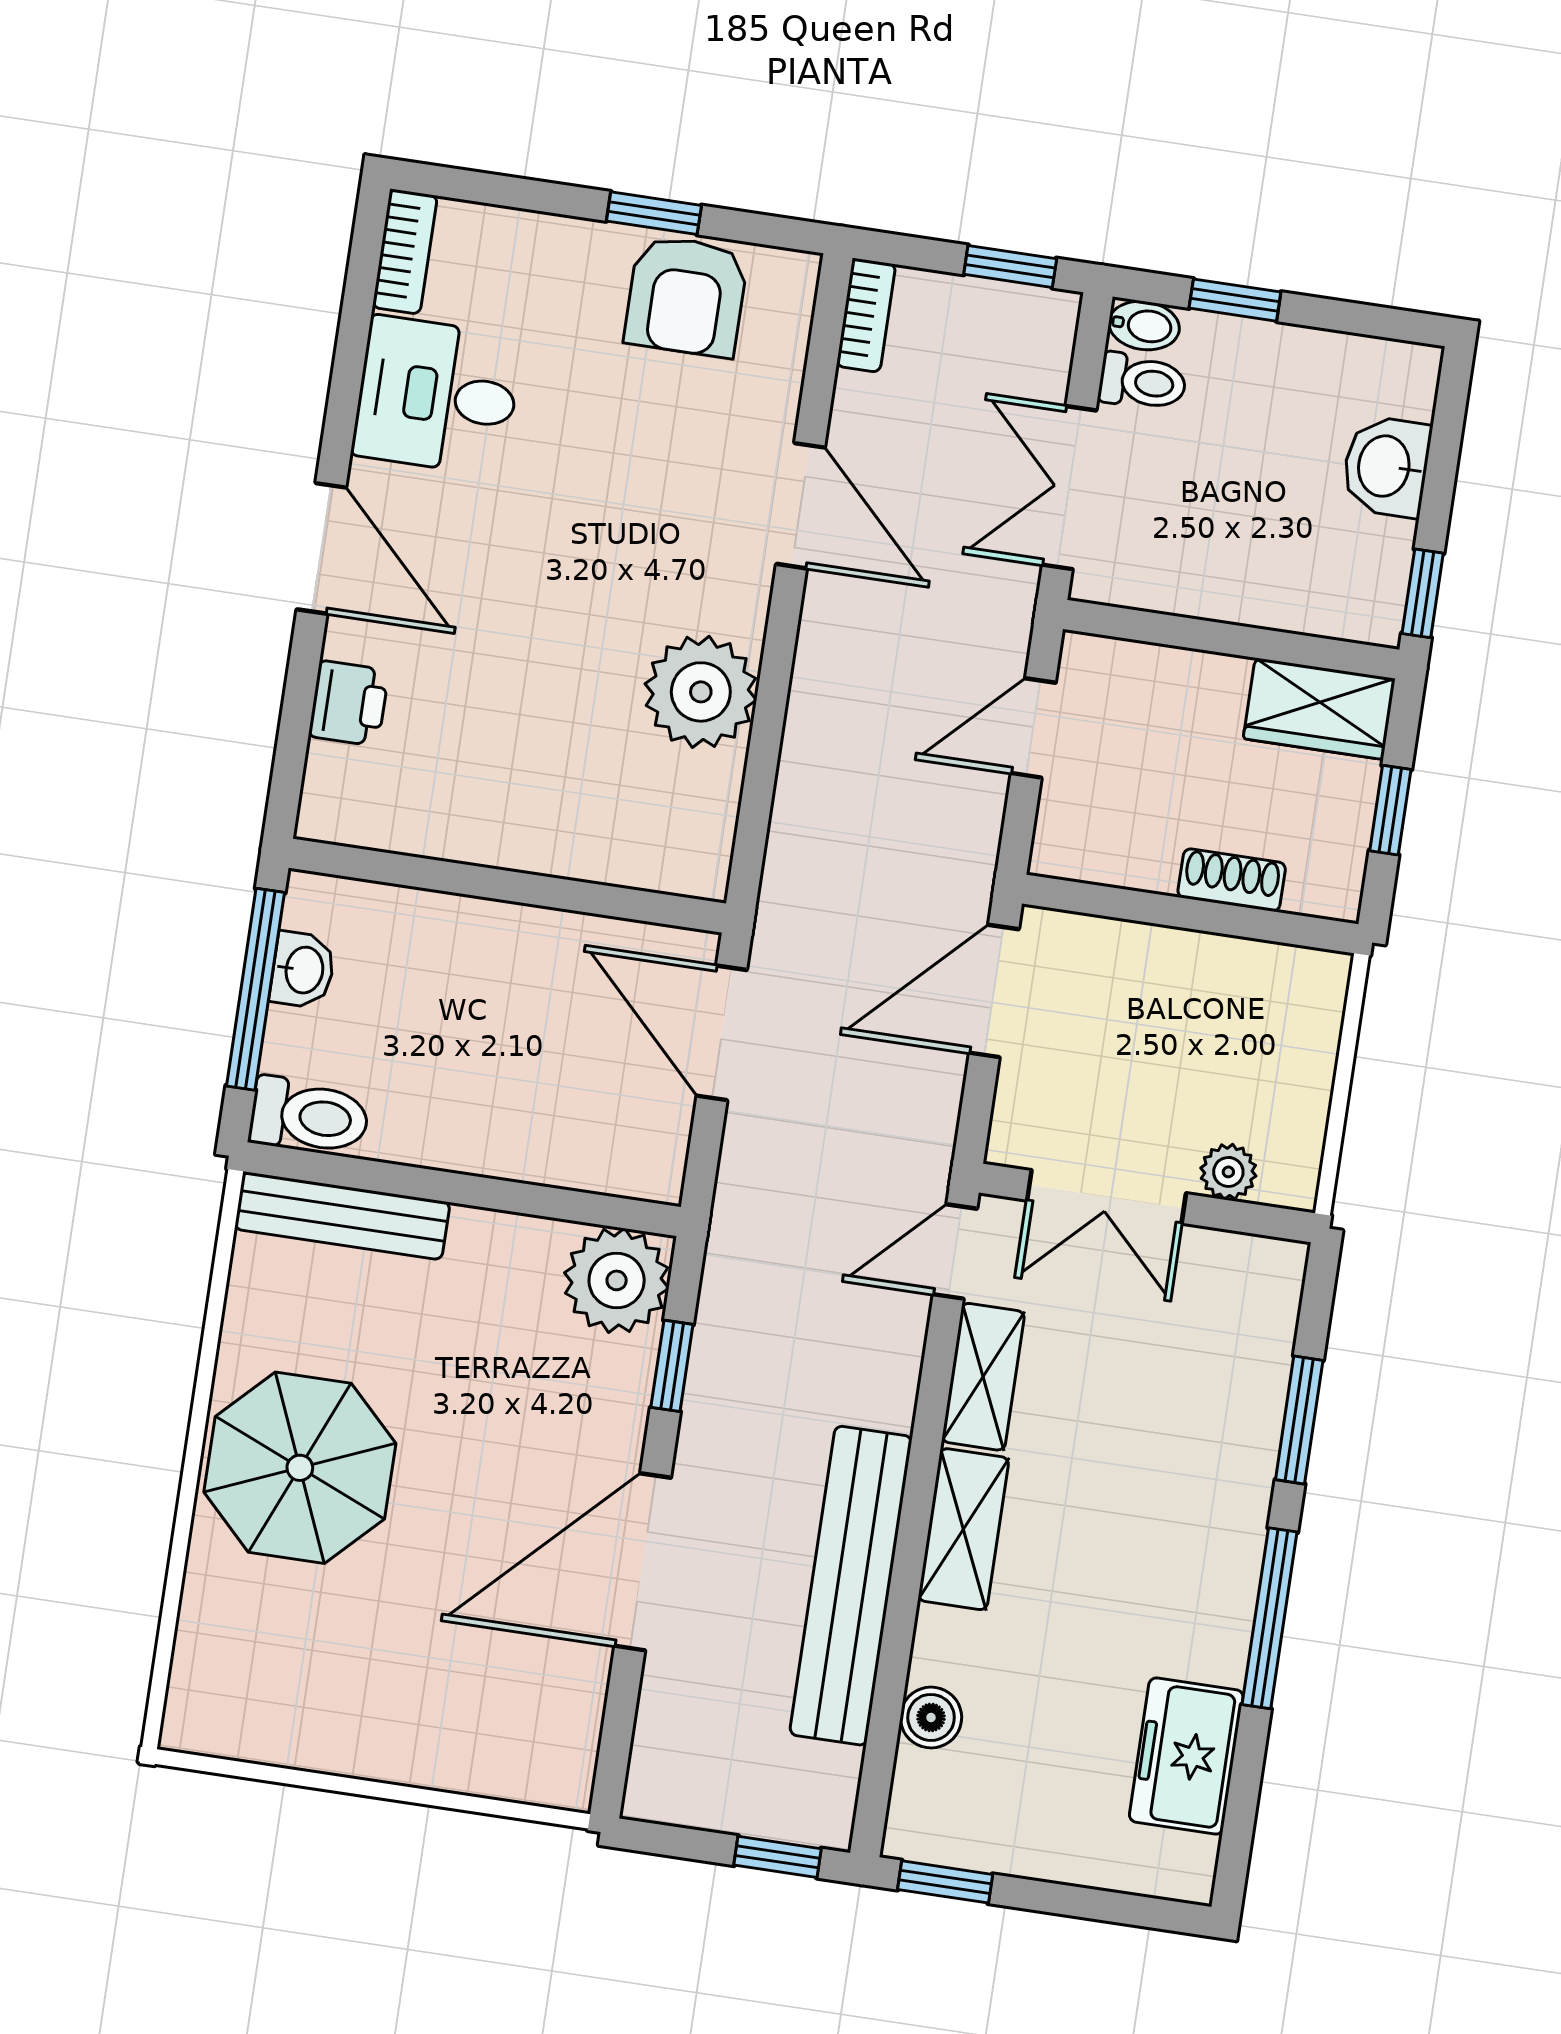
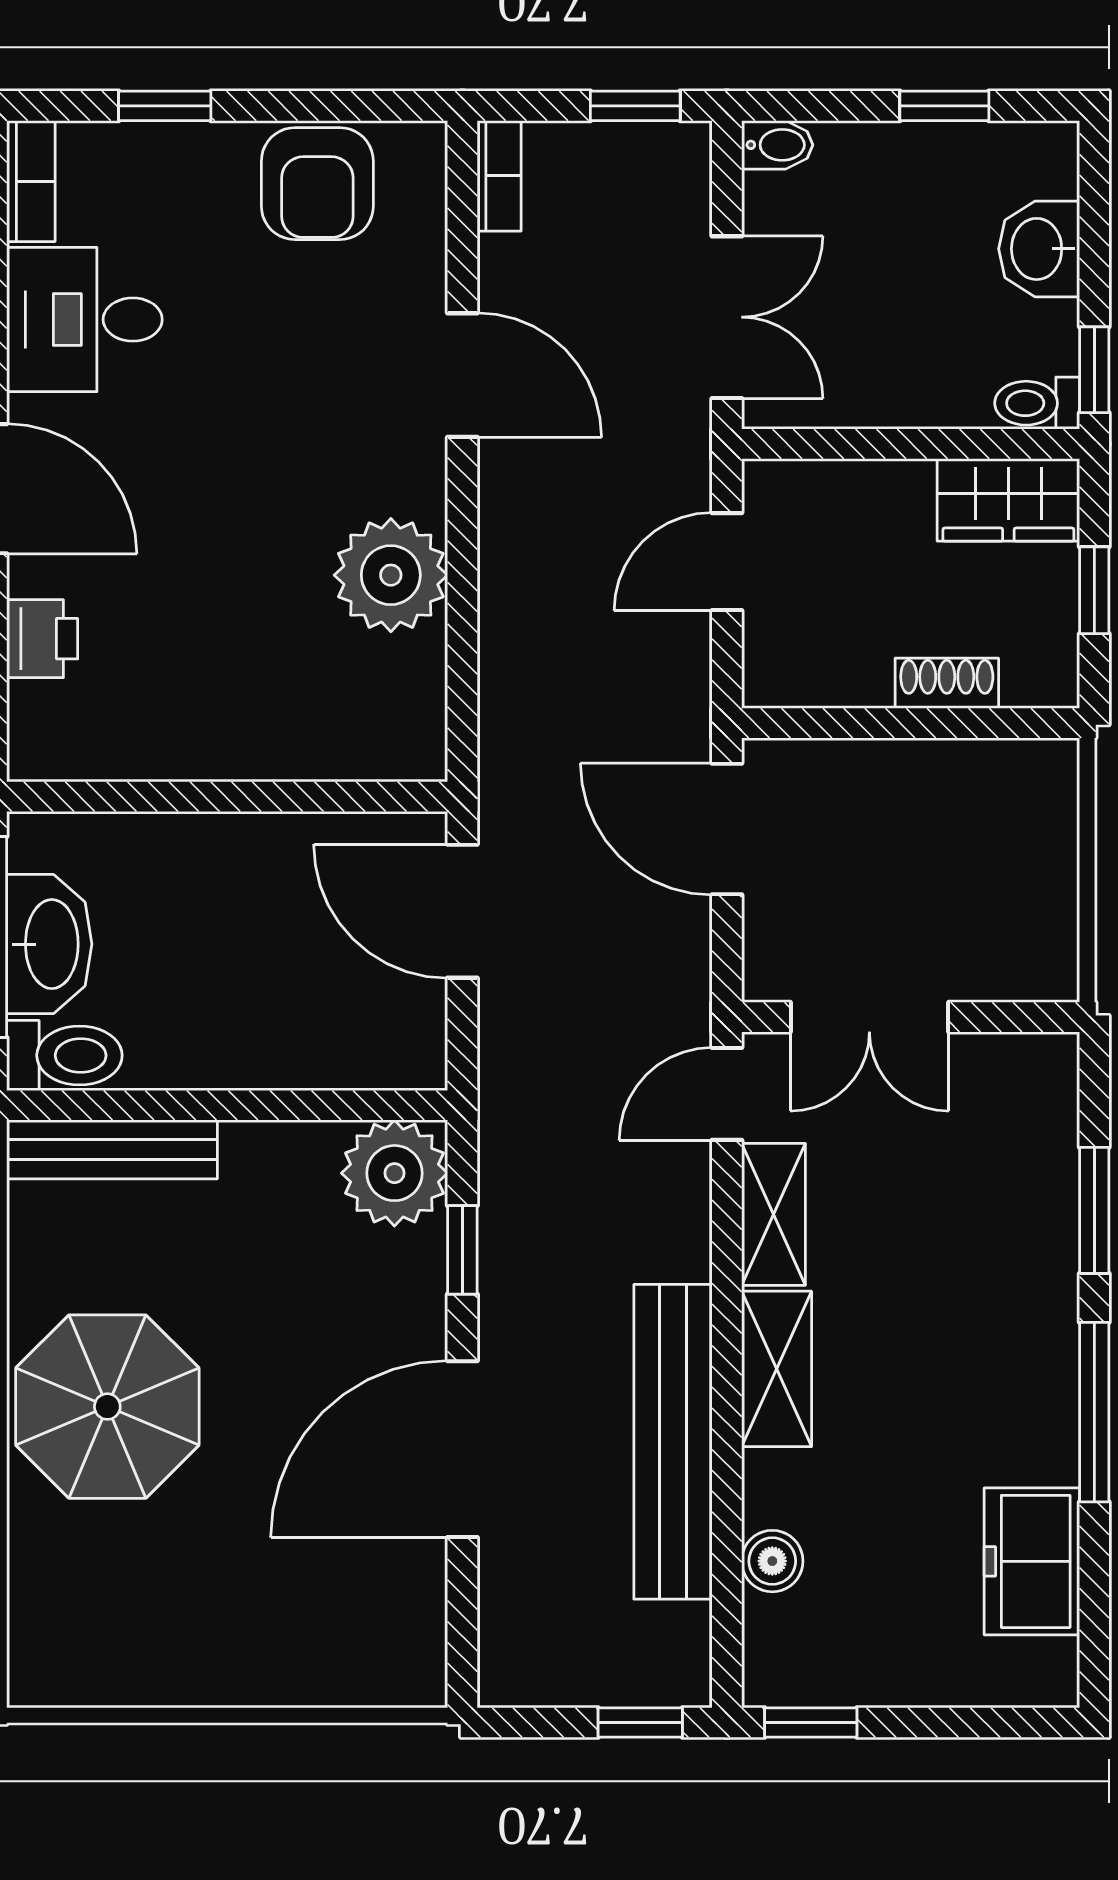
window: (654, 213) -> (165, 106), moved
window: (1235, 300) -> (944, 106), moved
toilet: (1142, 382) -> (1037, 403), moved, turned 180
double door: (1069, 488) -> (727, 317), swing flipped
washbasin: (303, 970) -> (49, 944), width x1.91, depth x1.45
door: (994, 991) -> (727, 829), hinge flipped
plant: (1228, 1172) -> (987, 974), removed

